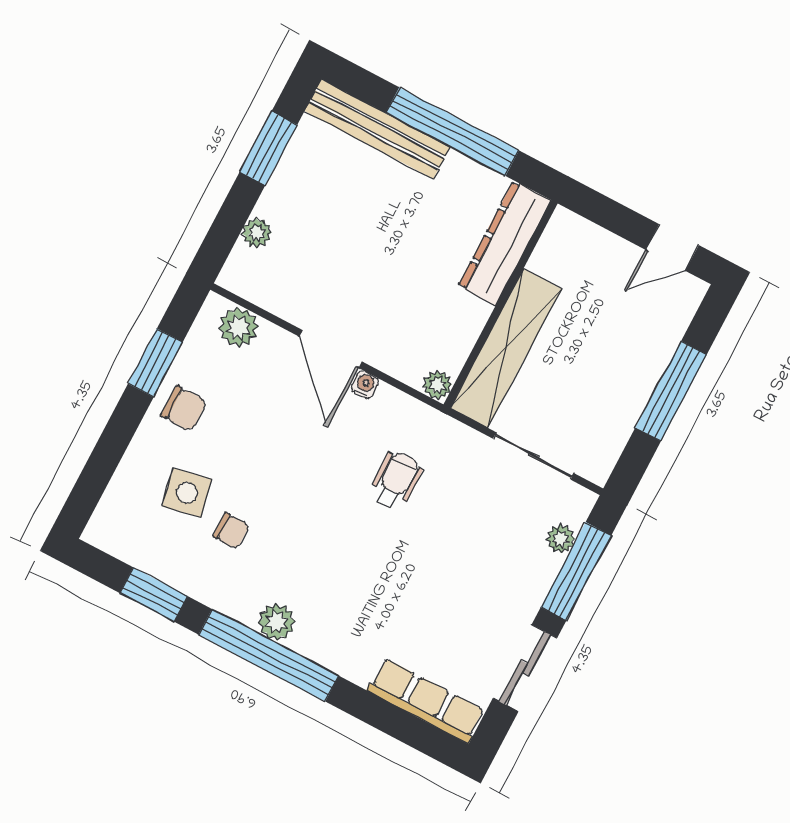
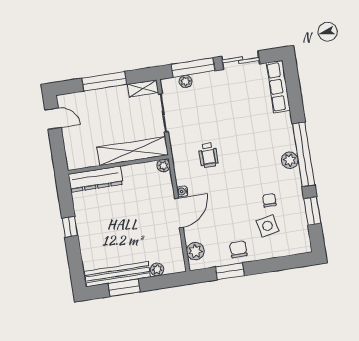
bench: (377, 129) -> (117, 274), moved, turned 90
window: (452, 132) -> (70, 227), width x0.32
shelving: (606, 452) -> (143, 88), added
wheelchair: (396, 481) -> (208, 155), turned -89

